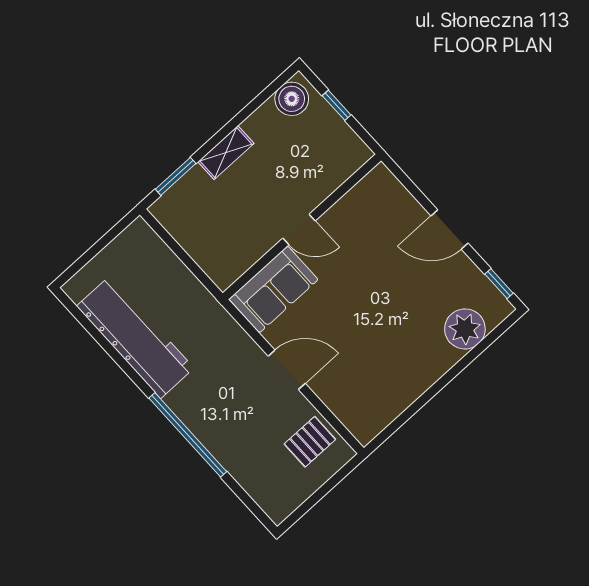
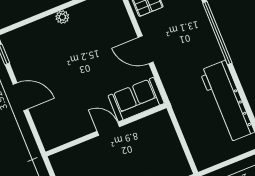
plant: (465, 329) -> (62, 17), moved, width x0.53, depth x0.53

